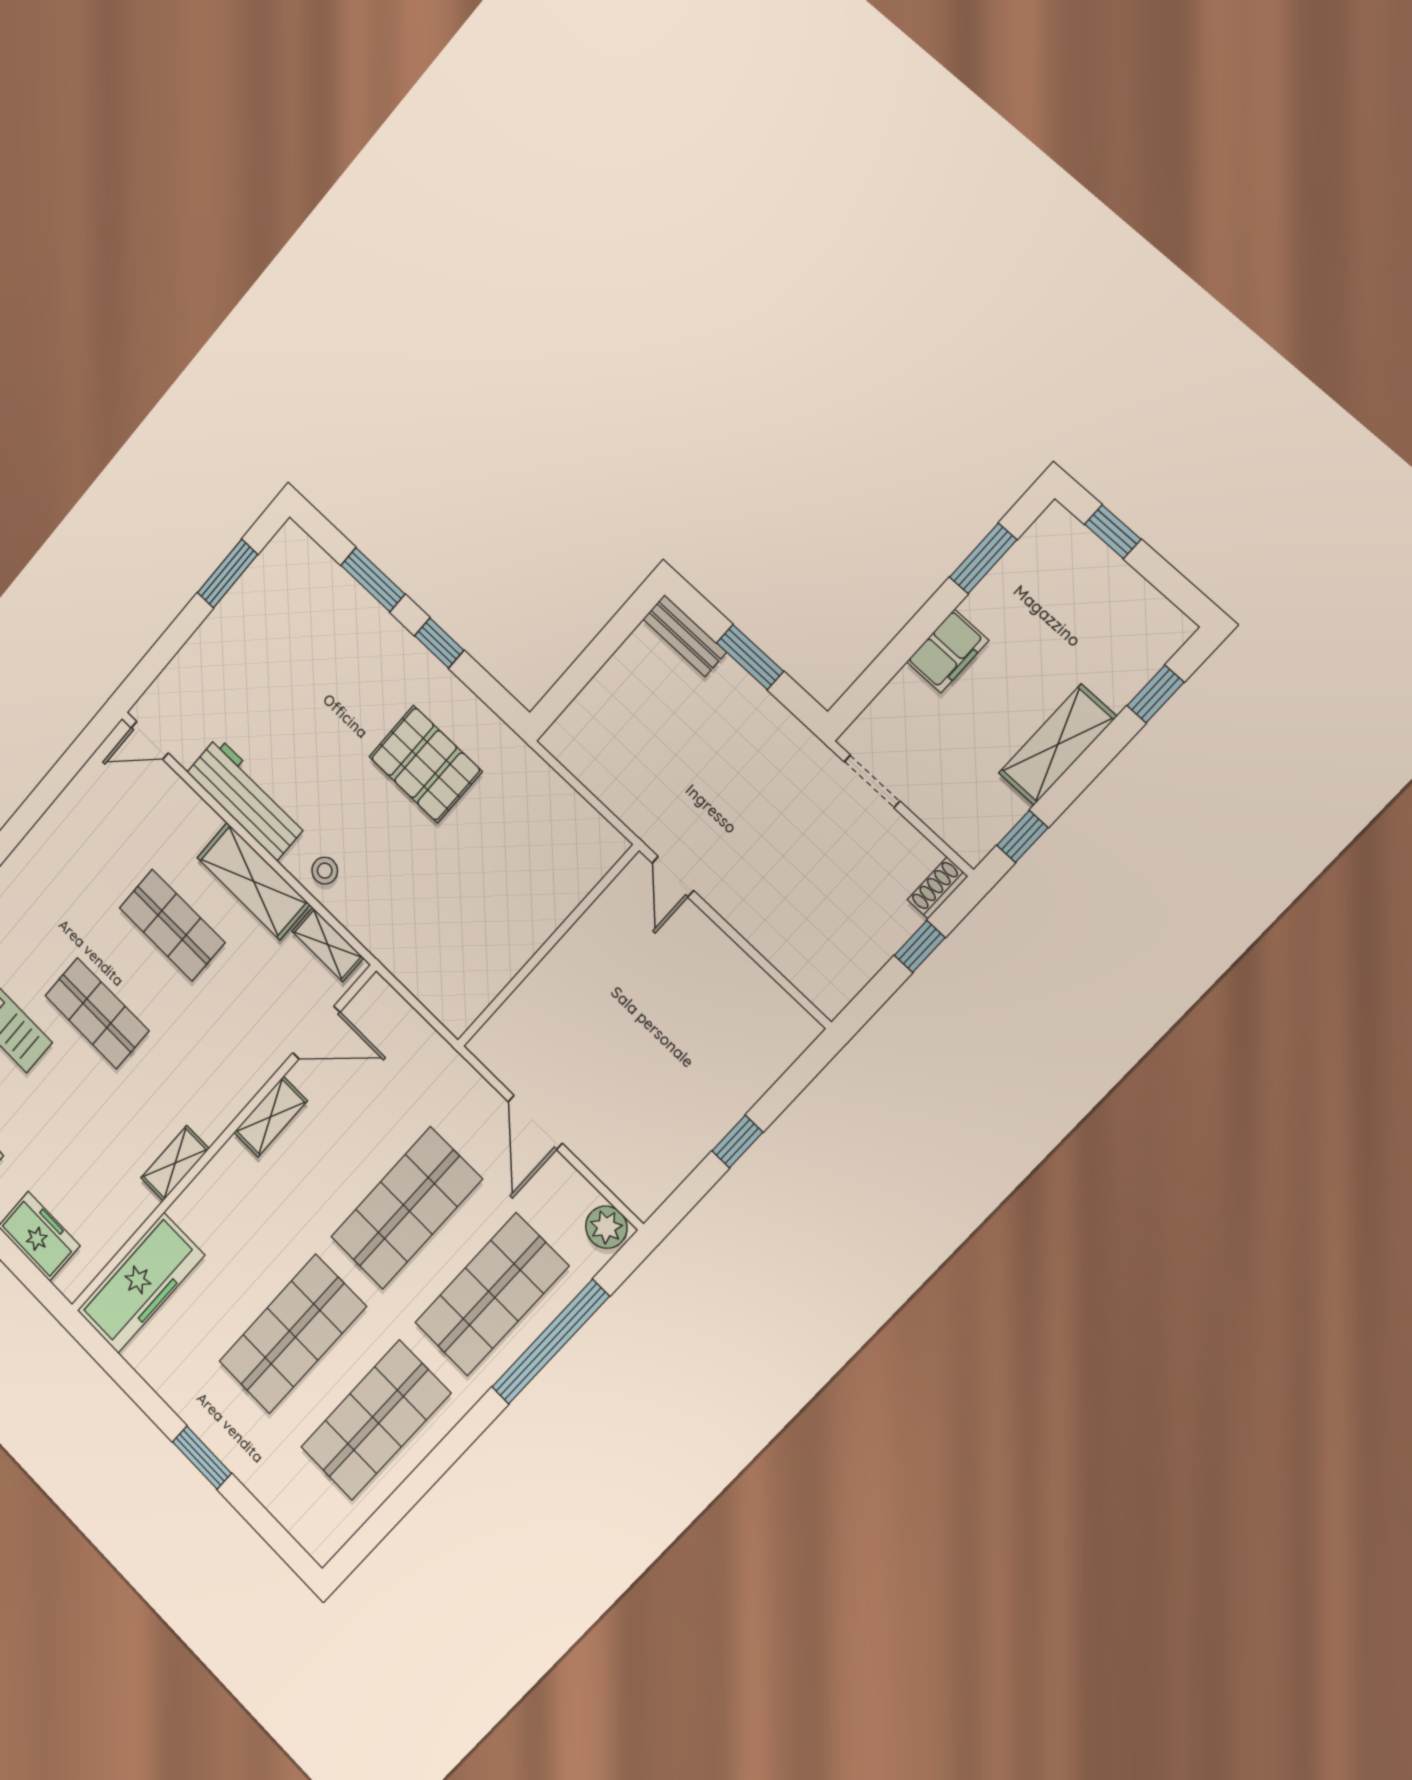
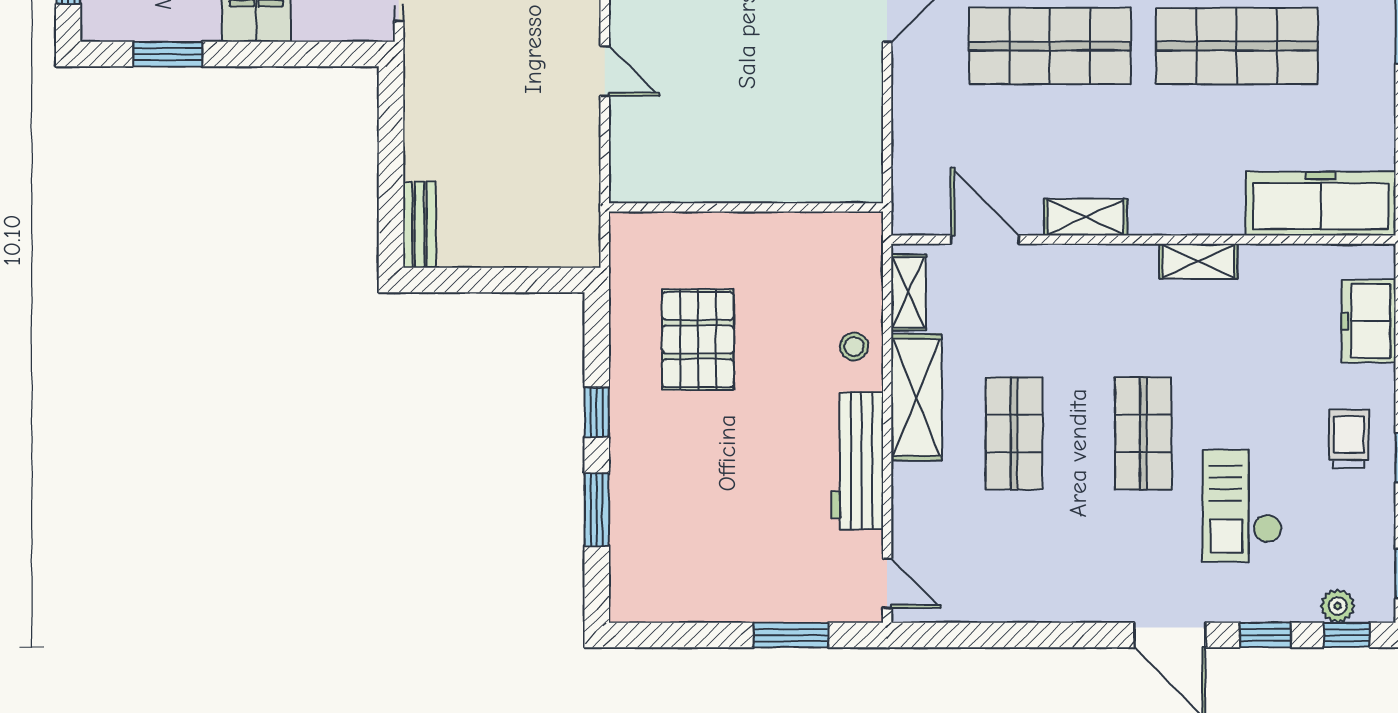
window: (228, 574) -> (791, 635), moved
window: (750, 657) -> (391, 161), removed
door: (673, 877) -> (605, 71), hinge flipped
wall: (548, 946) -> (746, 207), moved

